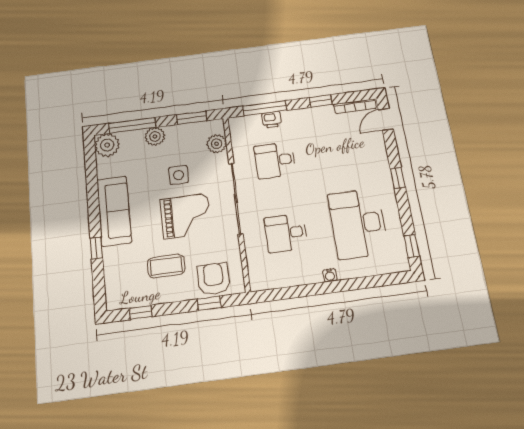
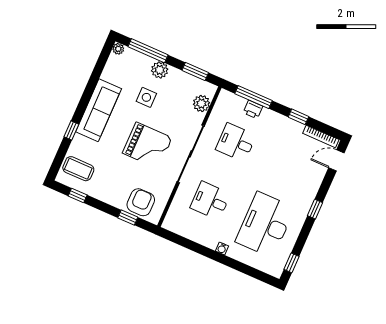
plant: (107, 145) -> (118, 49), width x0.53, depth x0.53
side table: (179, 175) -> (146, 97), moved
coffee table: (166, 266) -> (78, 169), moved

